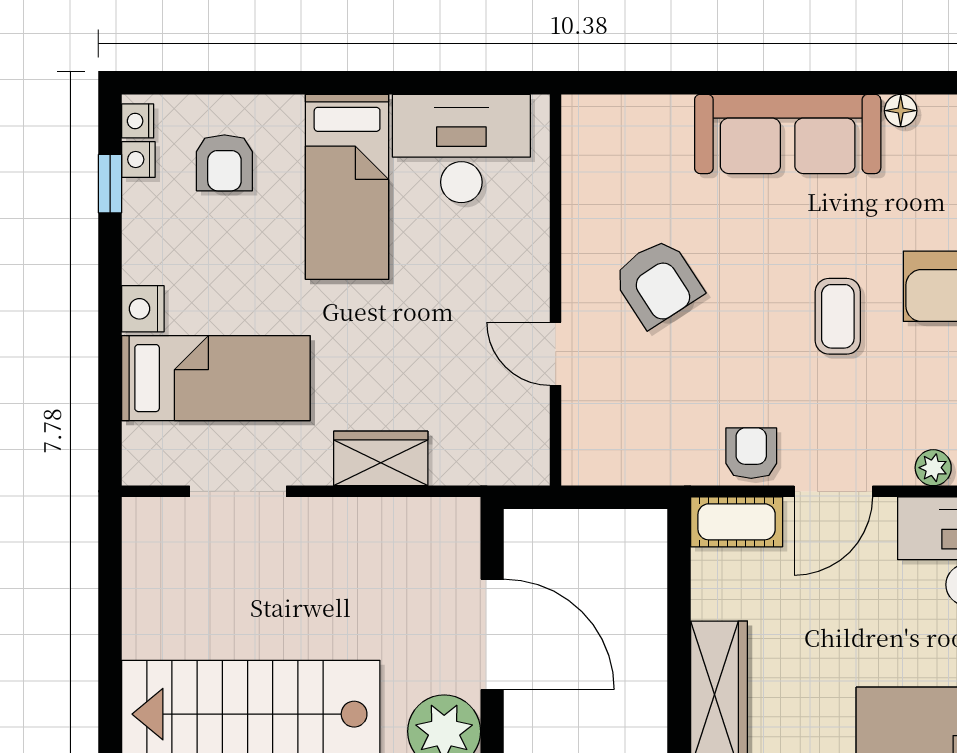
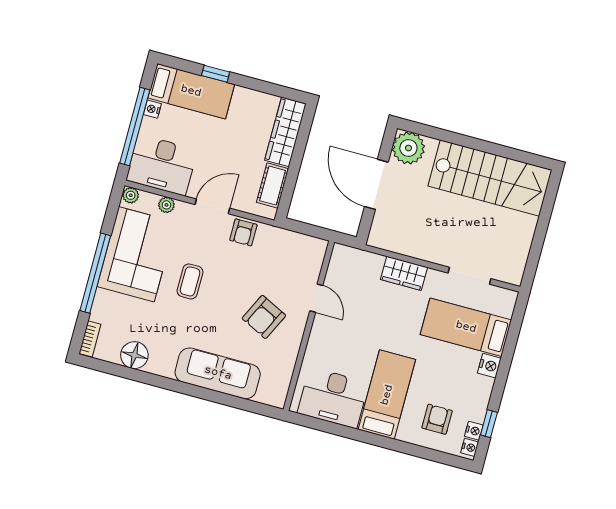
floor lamp: (901, 111) -> (134, 355), width x1.89, depth x1.89
sofa: (788, 134) -> (218, 373), moved
armchair: (658, 283) -> (264, 317), turned -121
cot: (737, 522) -> (273, 186), moved, turned 90

